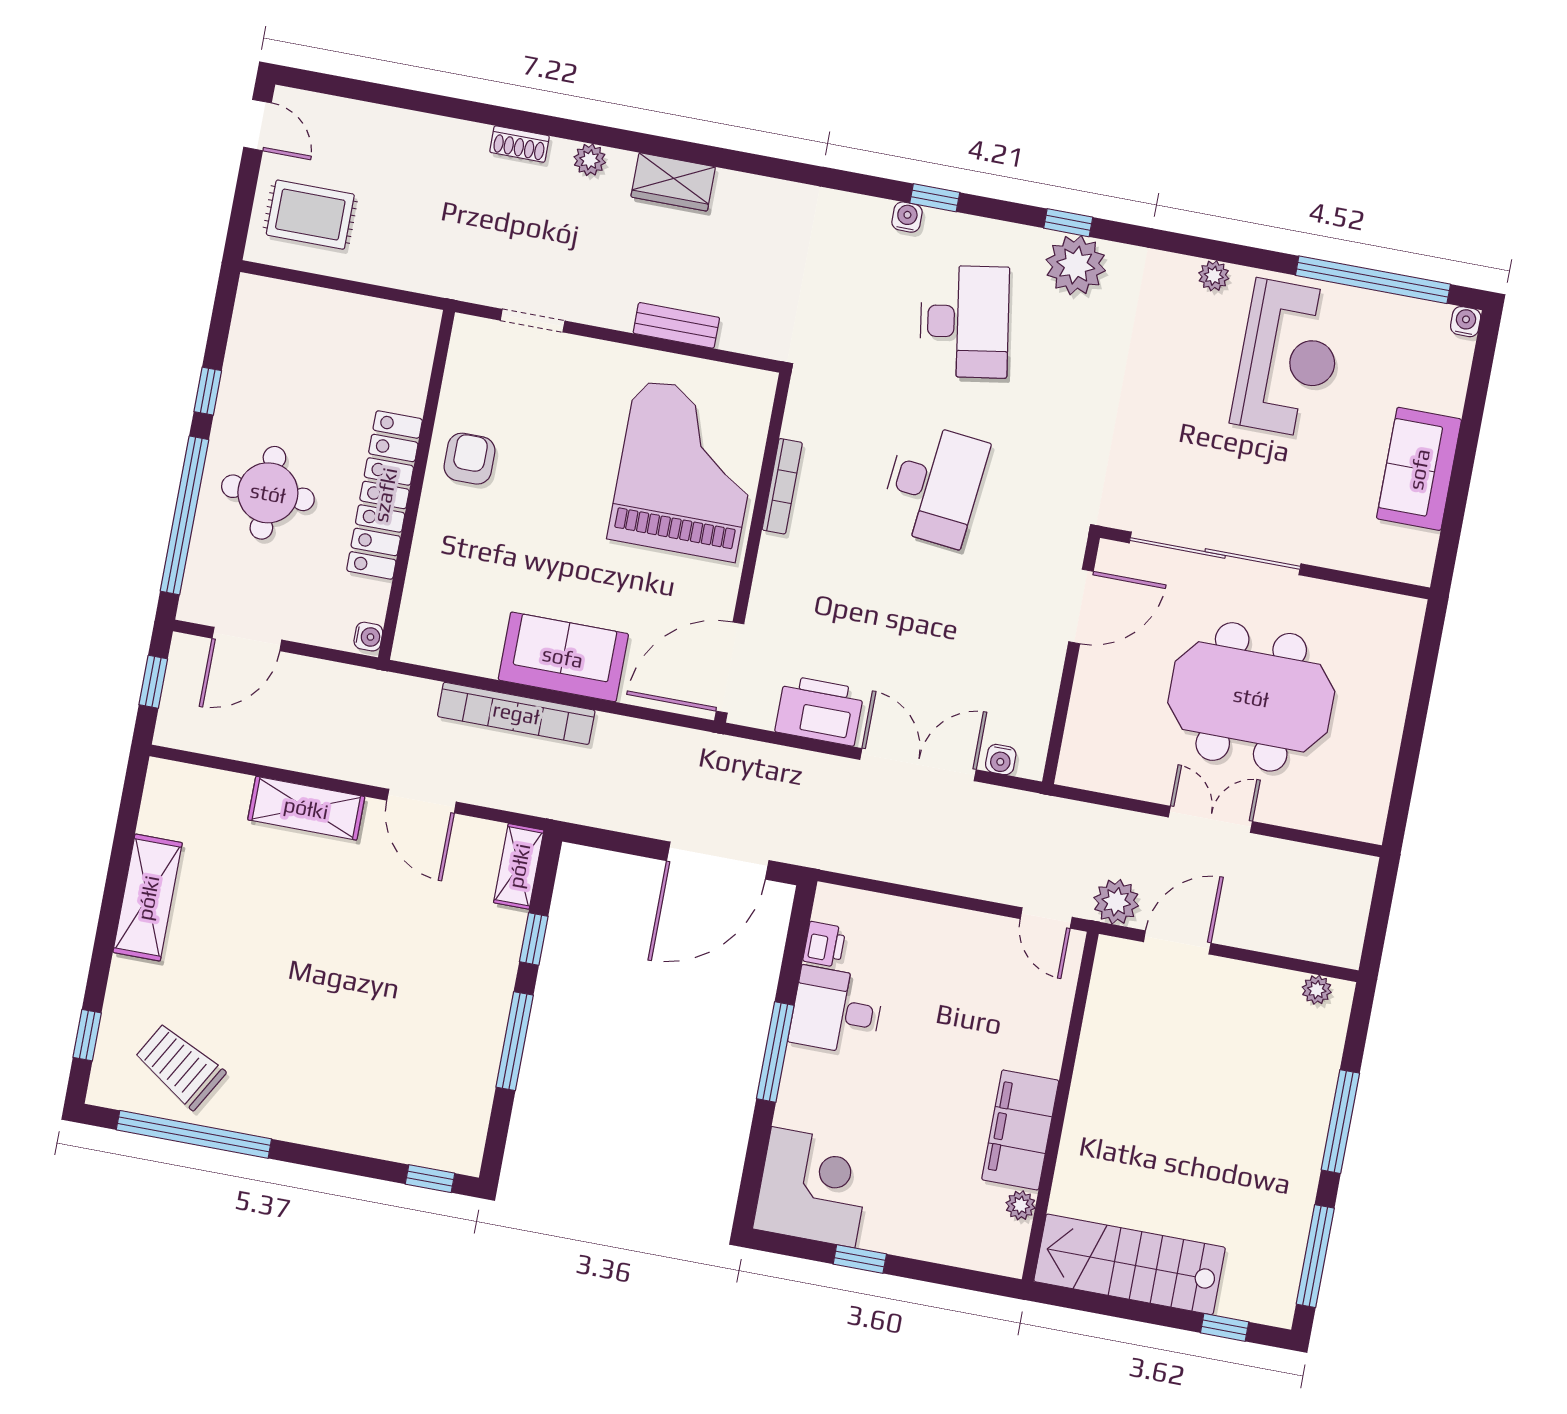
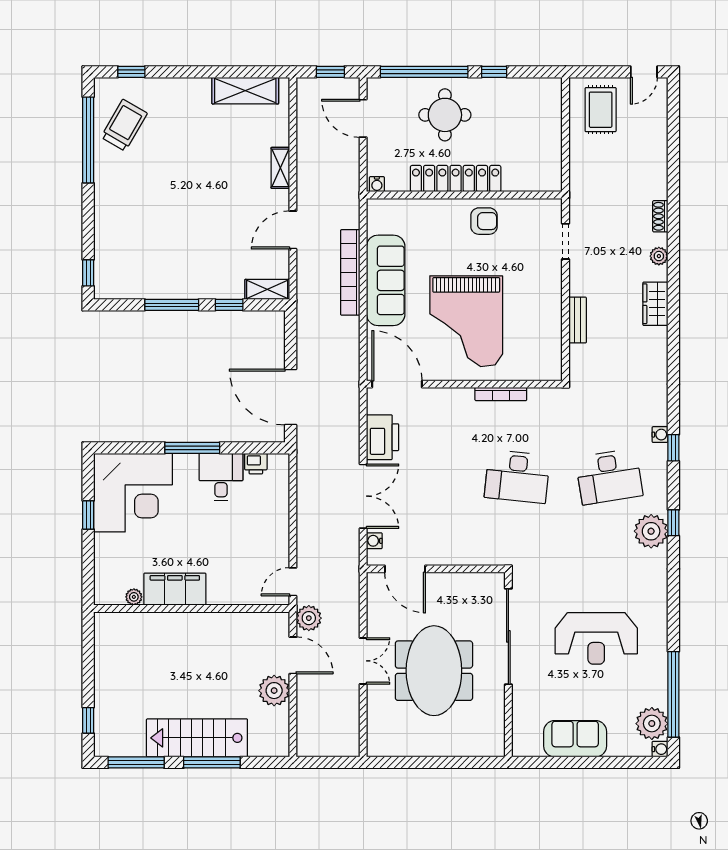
plant: (1214, 276) -> (652, 724), moved, width x1.87, depth x1.87
reception desk: (1288, 359) -> (596, 638), moved
grand piano: (686, 470) -> (466, 321), moved, turned 90
door: (1081, 607) -> (405, 569), moved
sofa: (563, 657) -> (386, 280), width x1.36
shelving: (306, 808) -> (280, 168), width x0.67, depth x0.75
shelving: (148, 898) -> (245, 91), moved
plant: (1317, 990) -> (274, 691), moved, width x1.88, depth x1.88
corner desk: (813, 1187) -> (133, 493), width x1.36, depth x1.36
stairs: (1130, 1264) -> (197, 738), moved, turned -90

